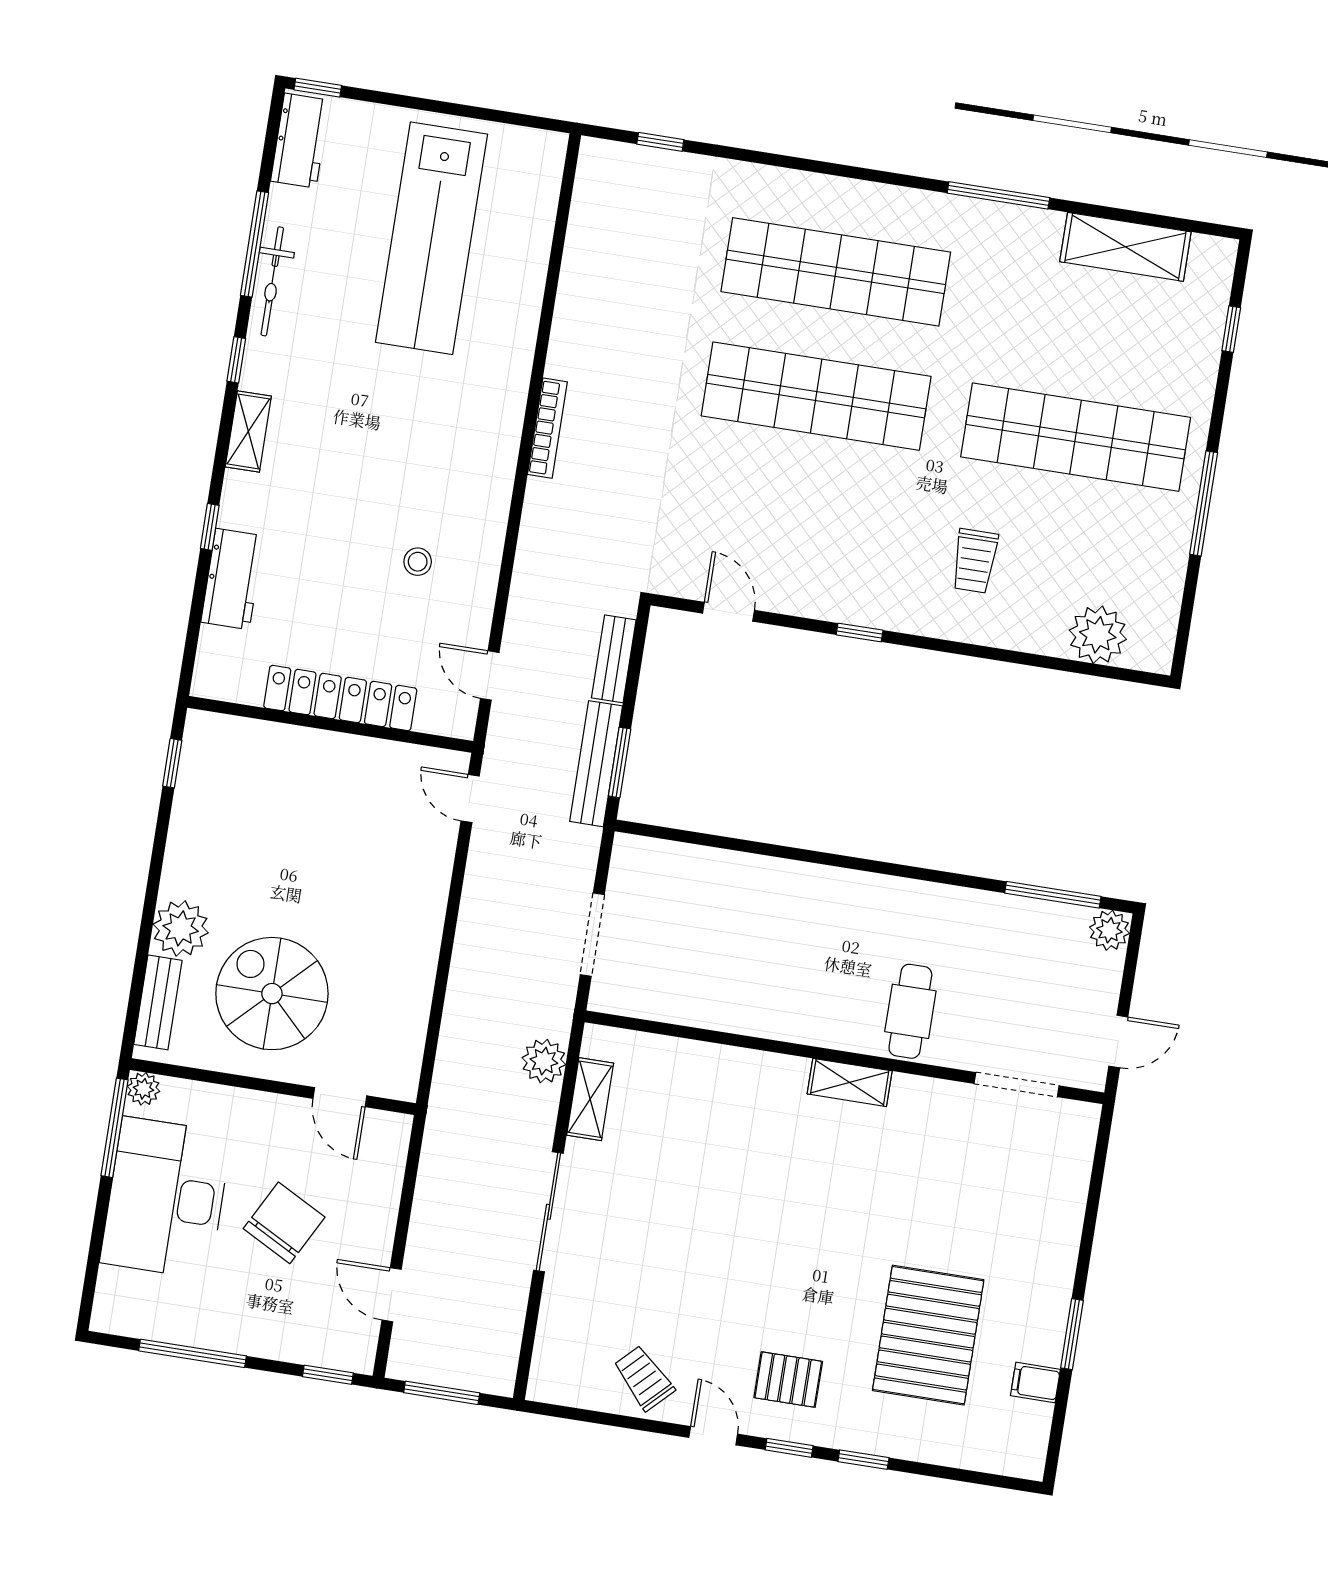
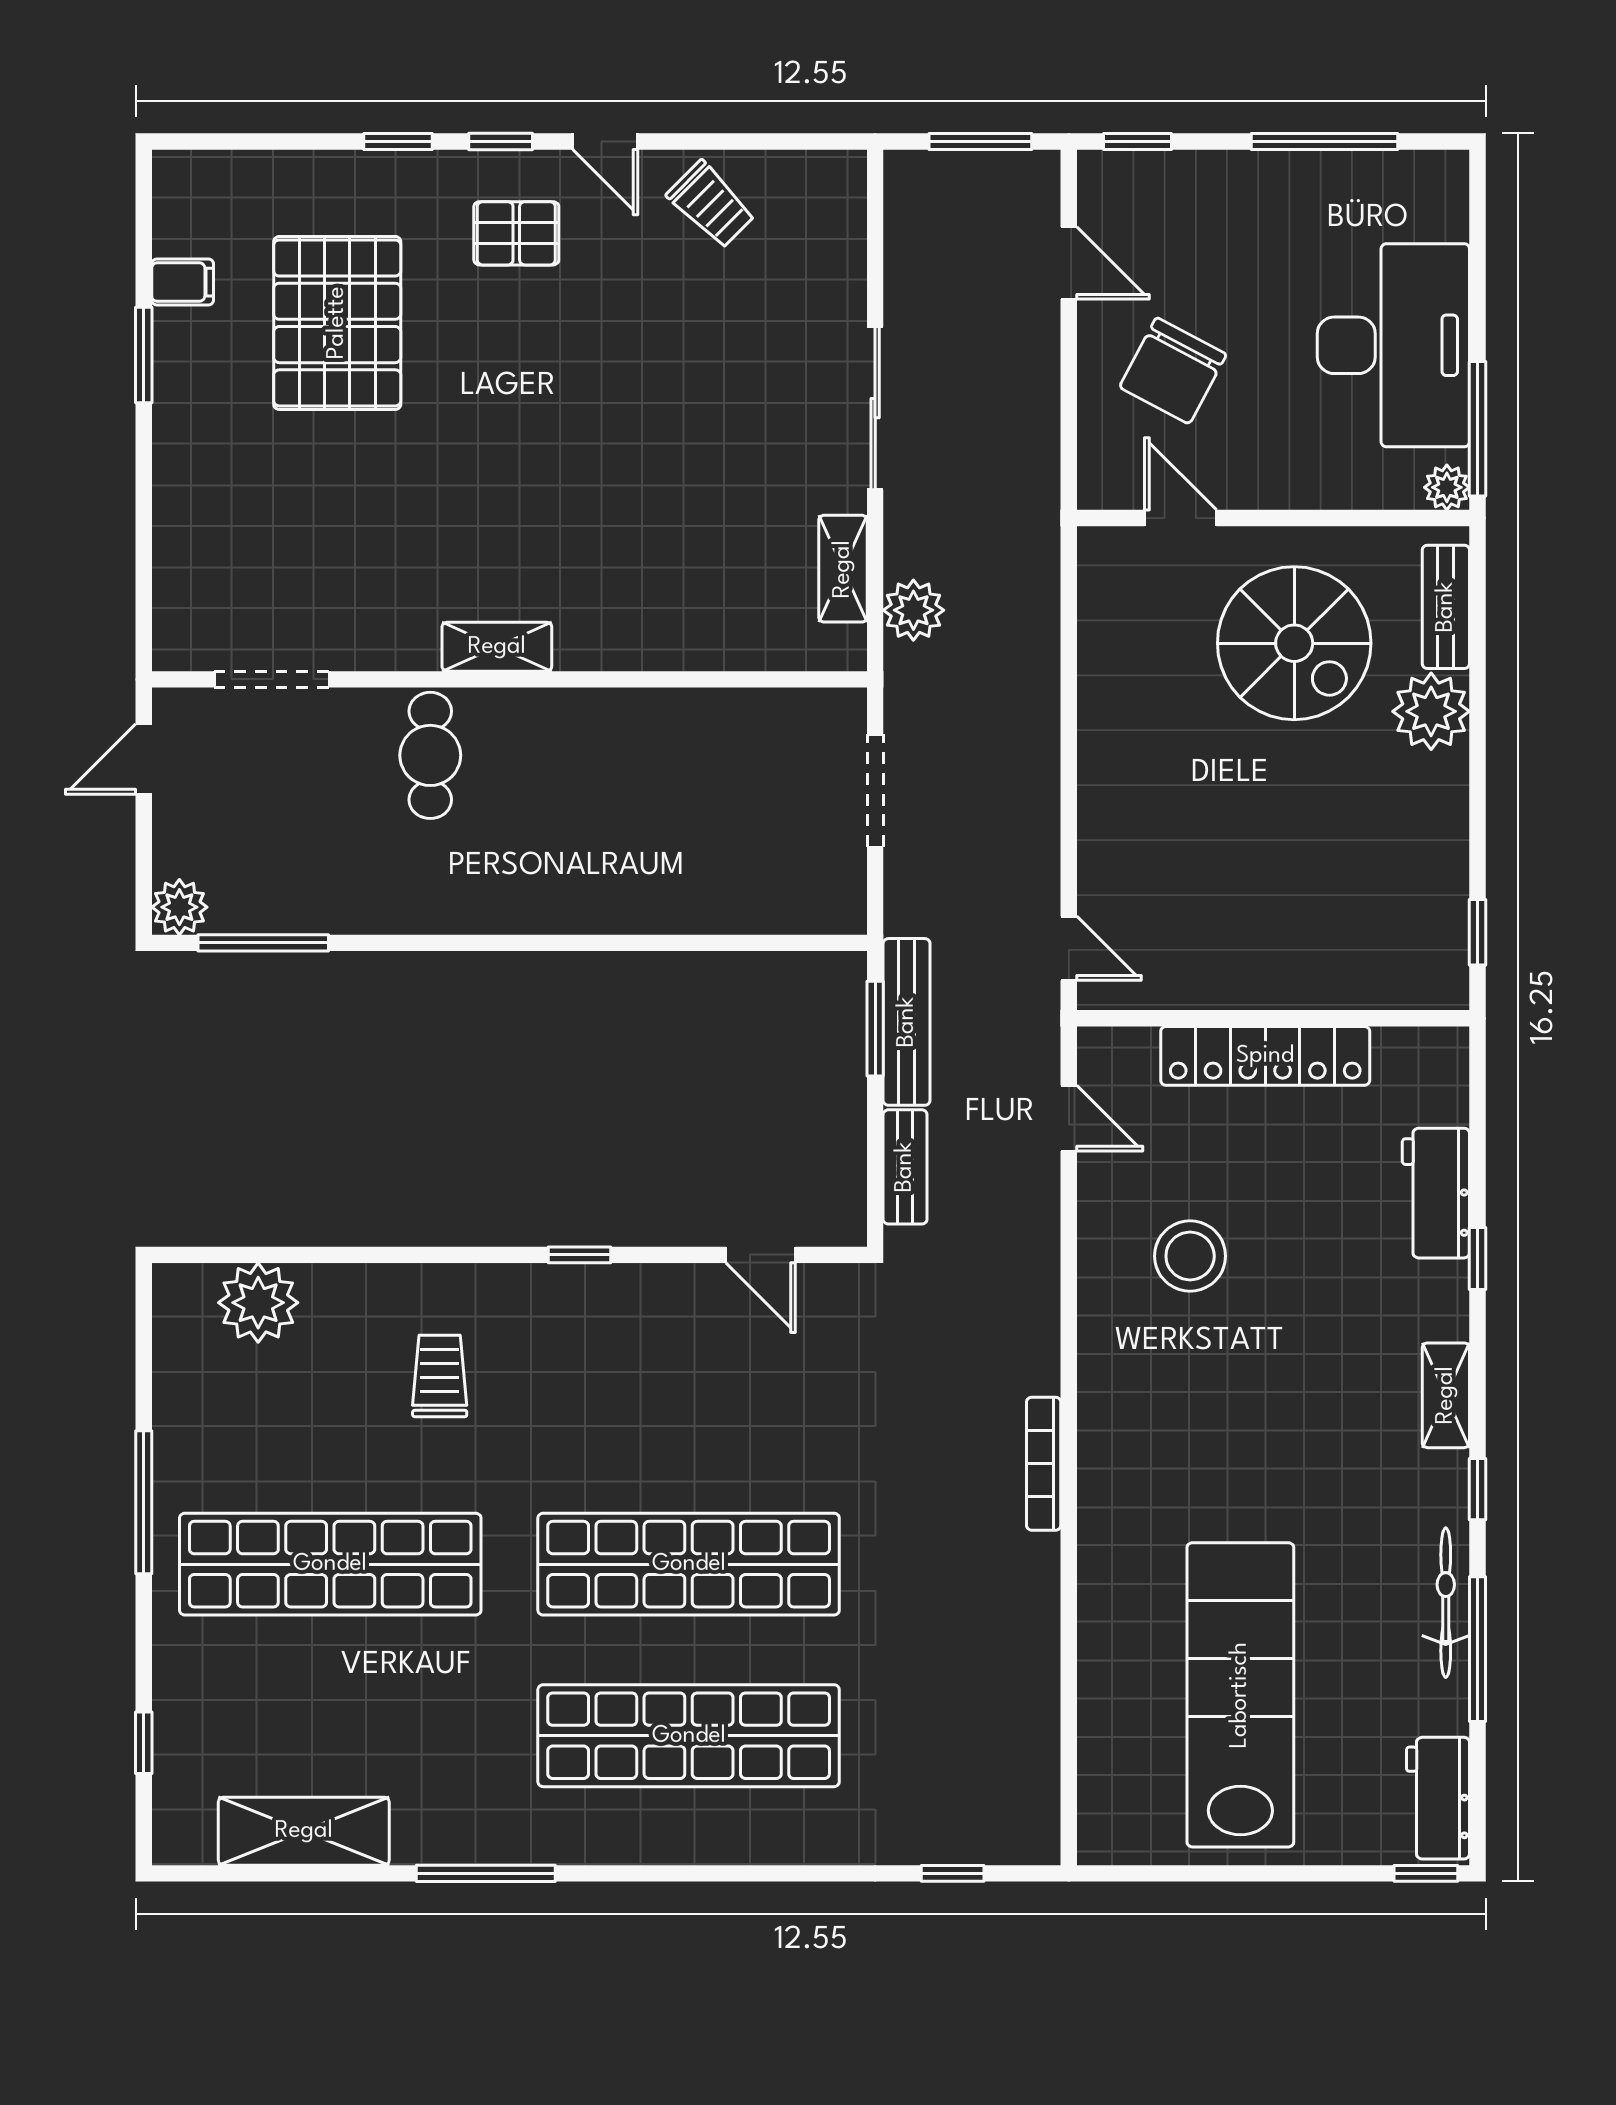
stool: (418, 562) -> (1190, 1256), width x1.89, depth x1.89
chair: (284, 1223) -> (1173, 371), moved

